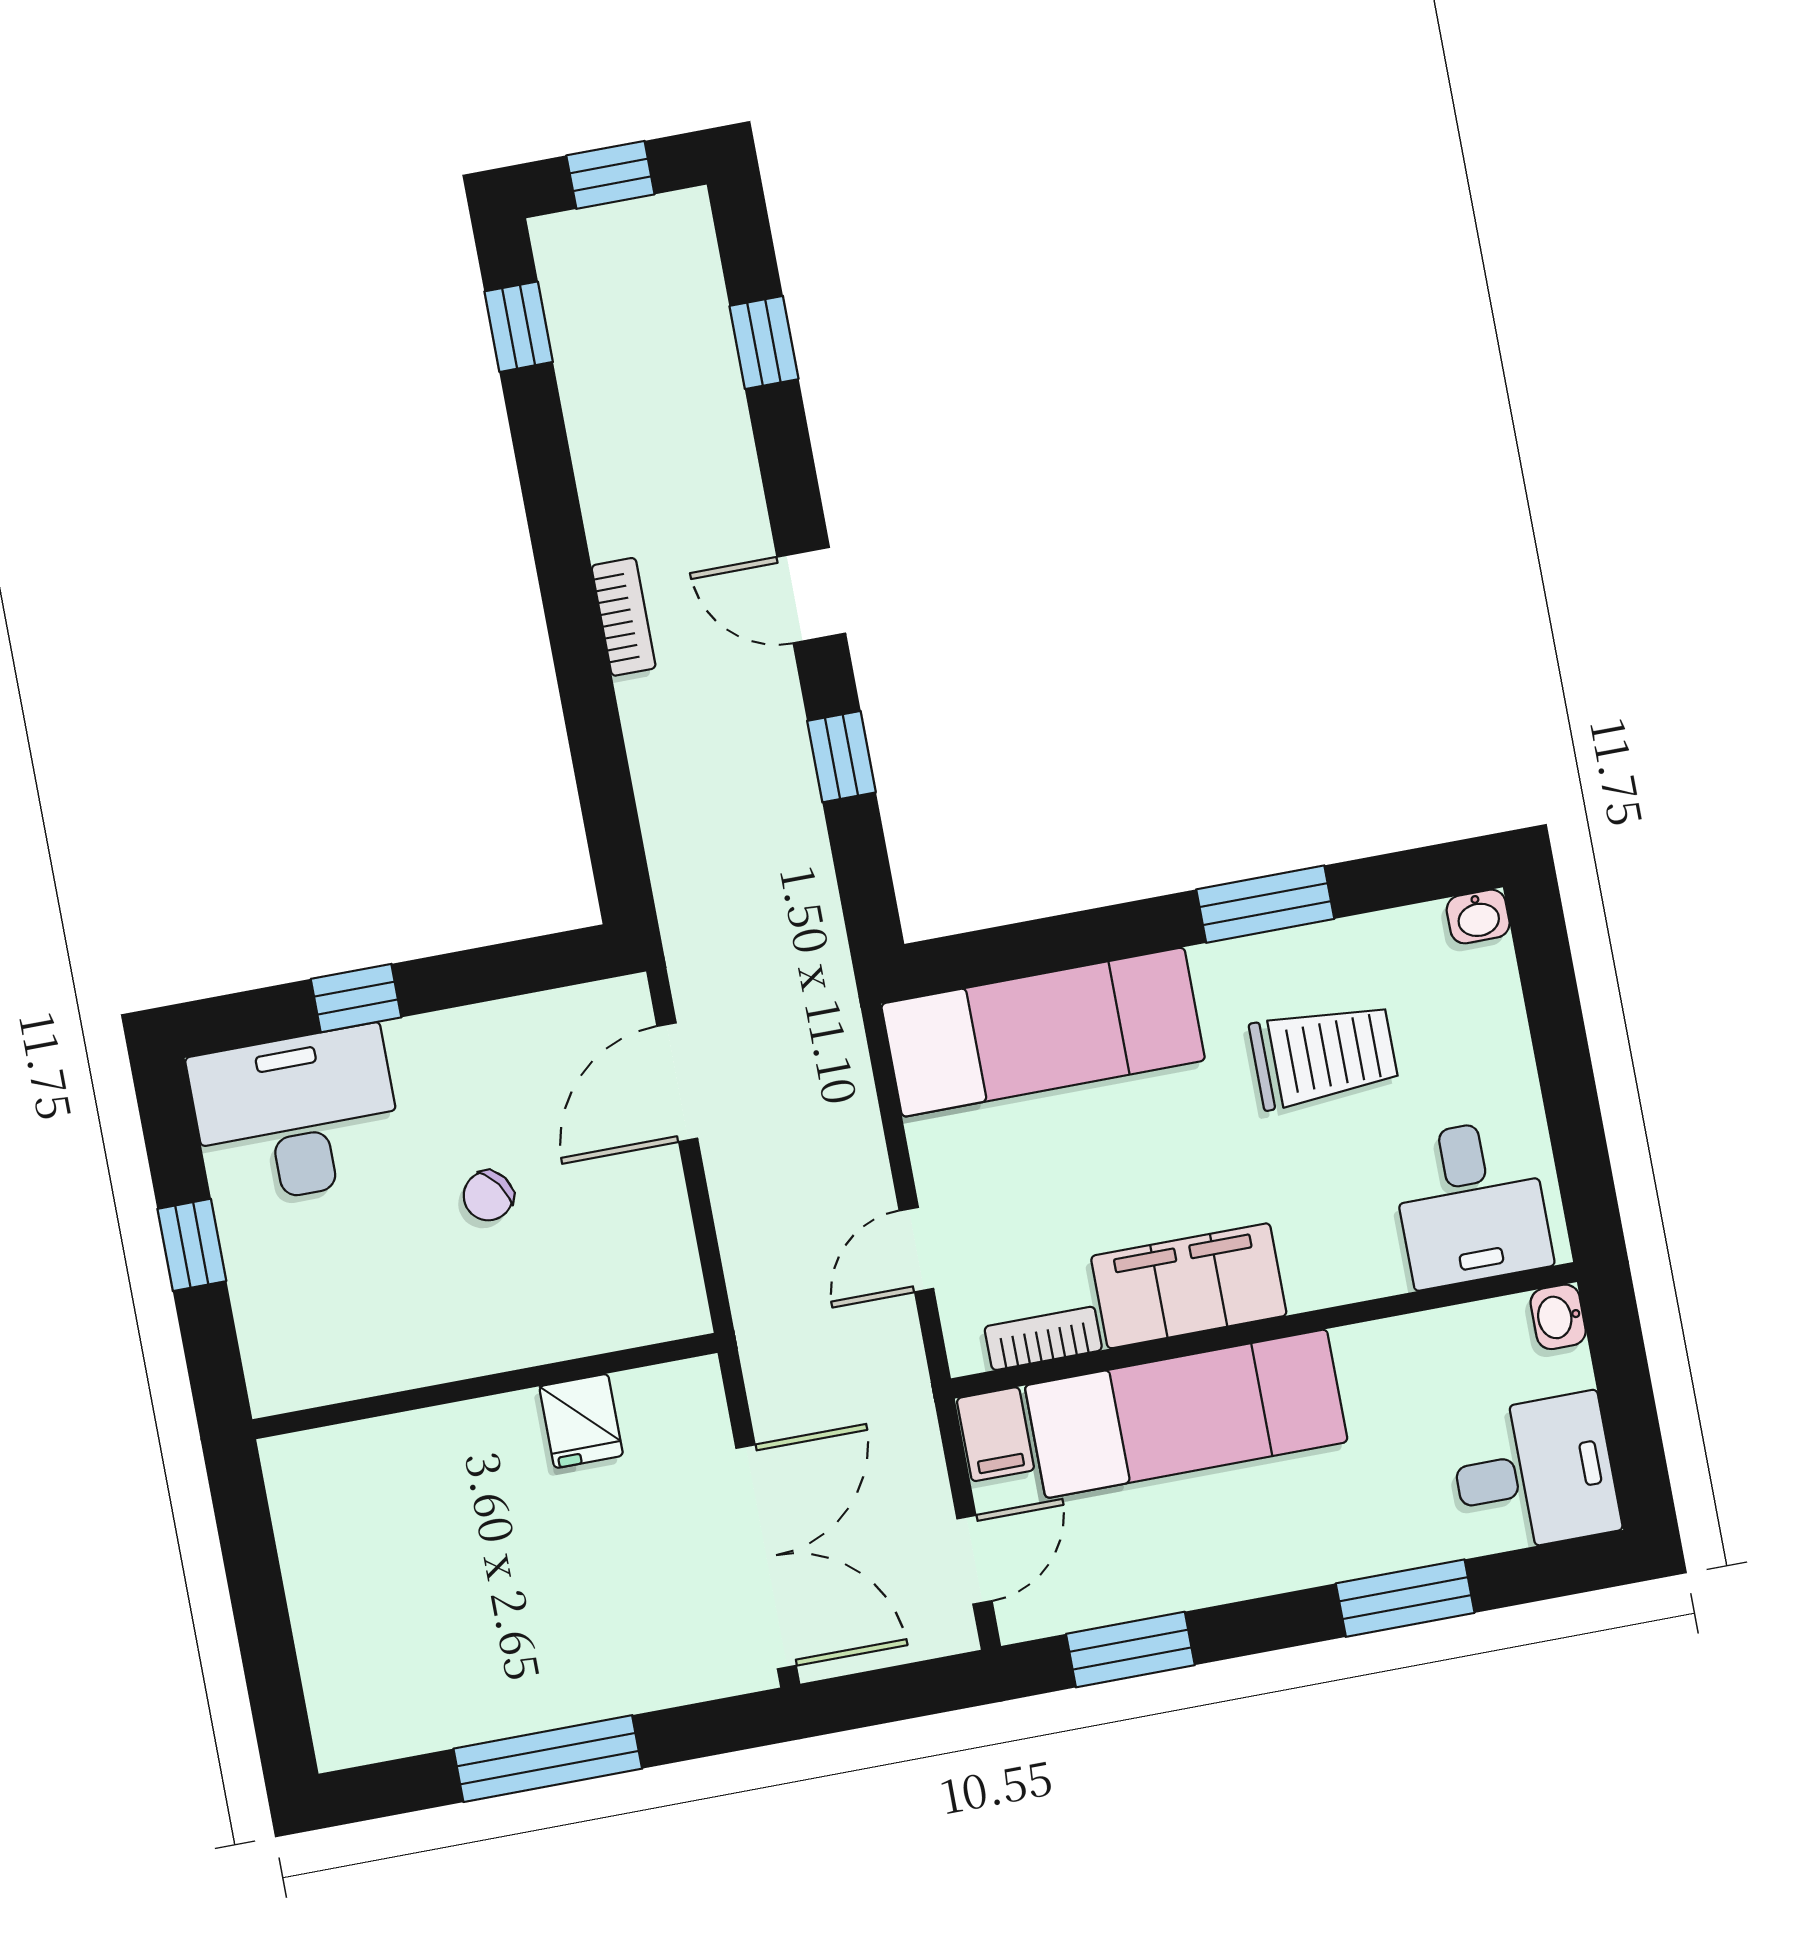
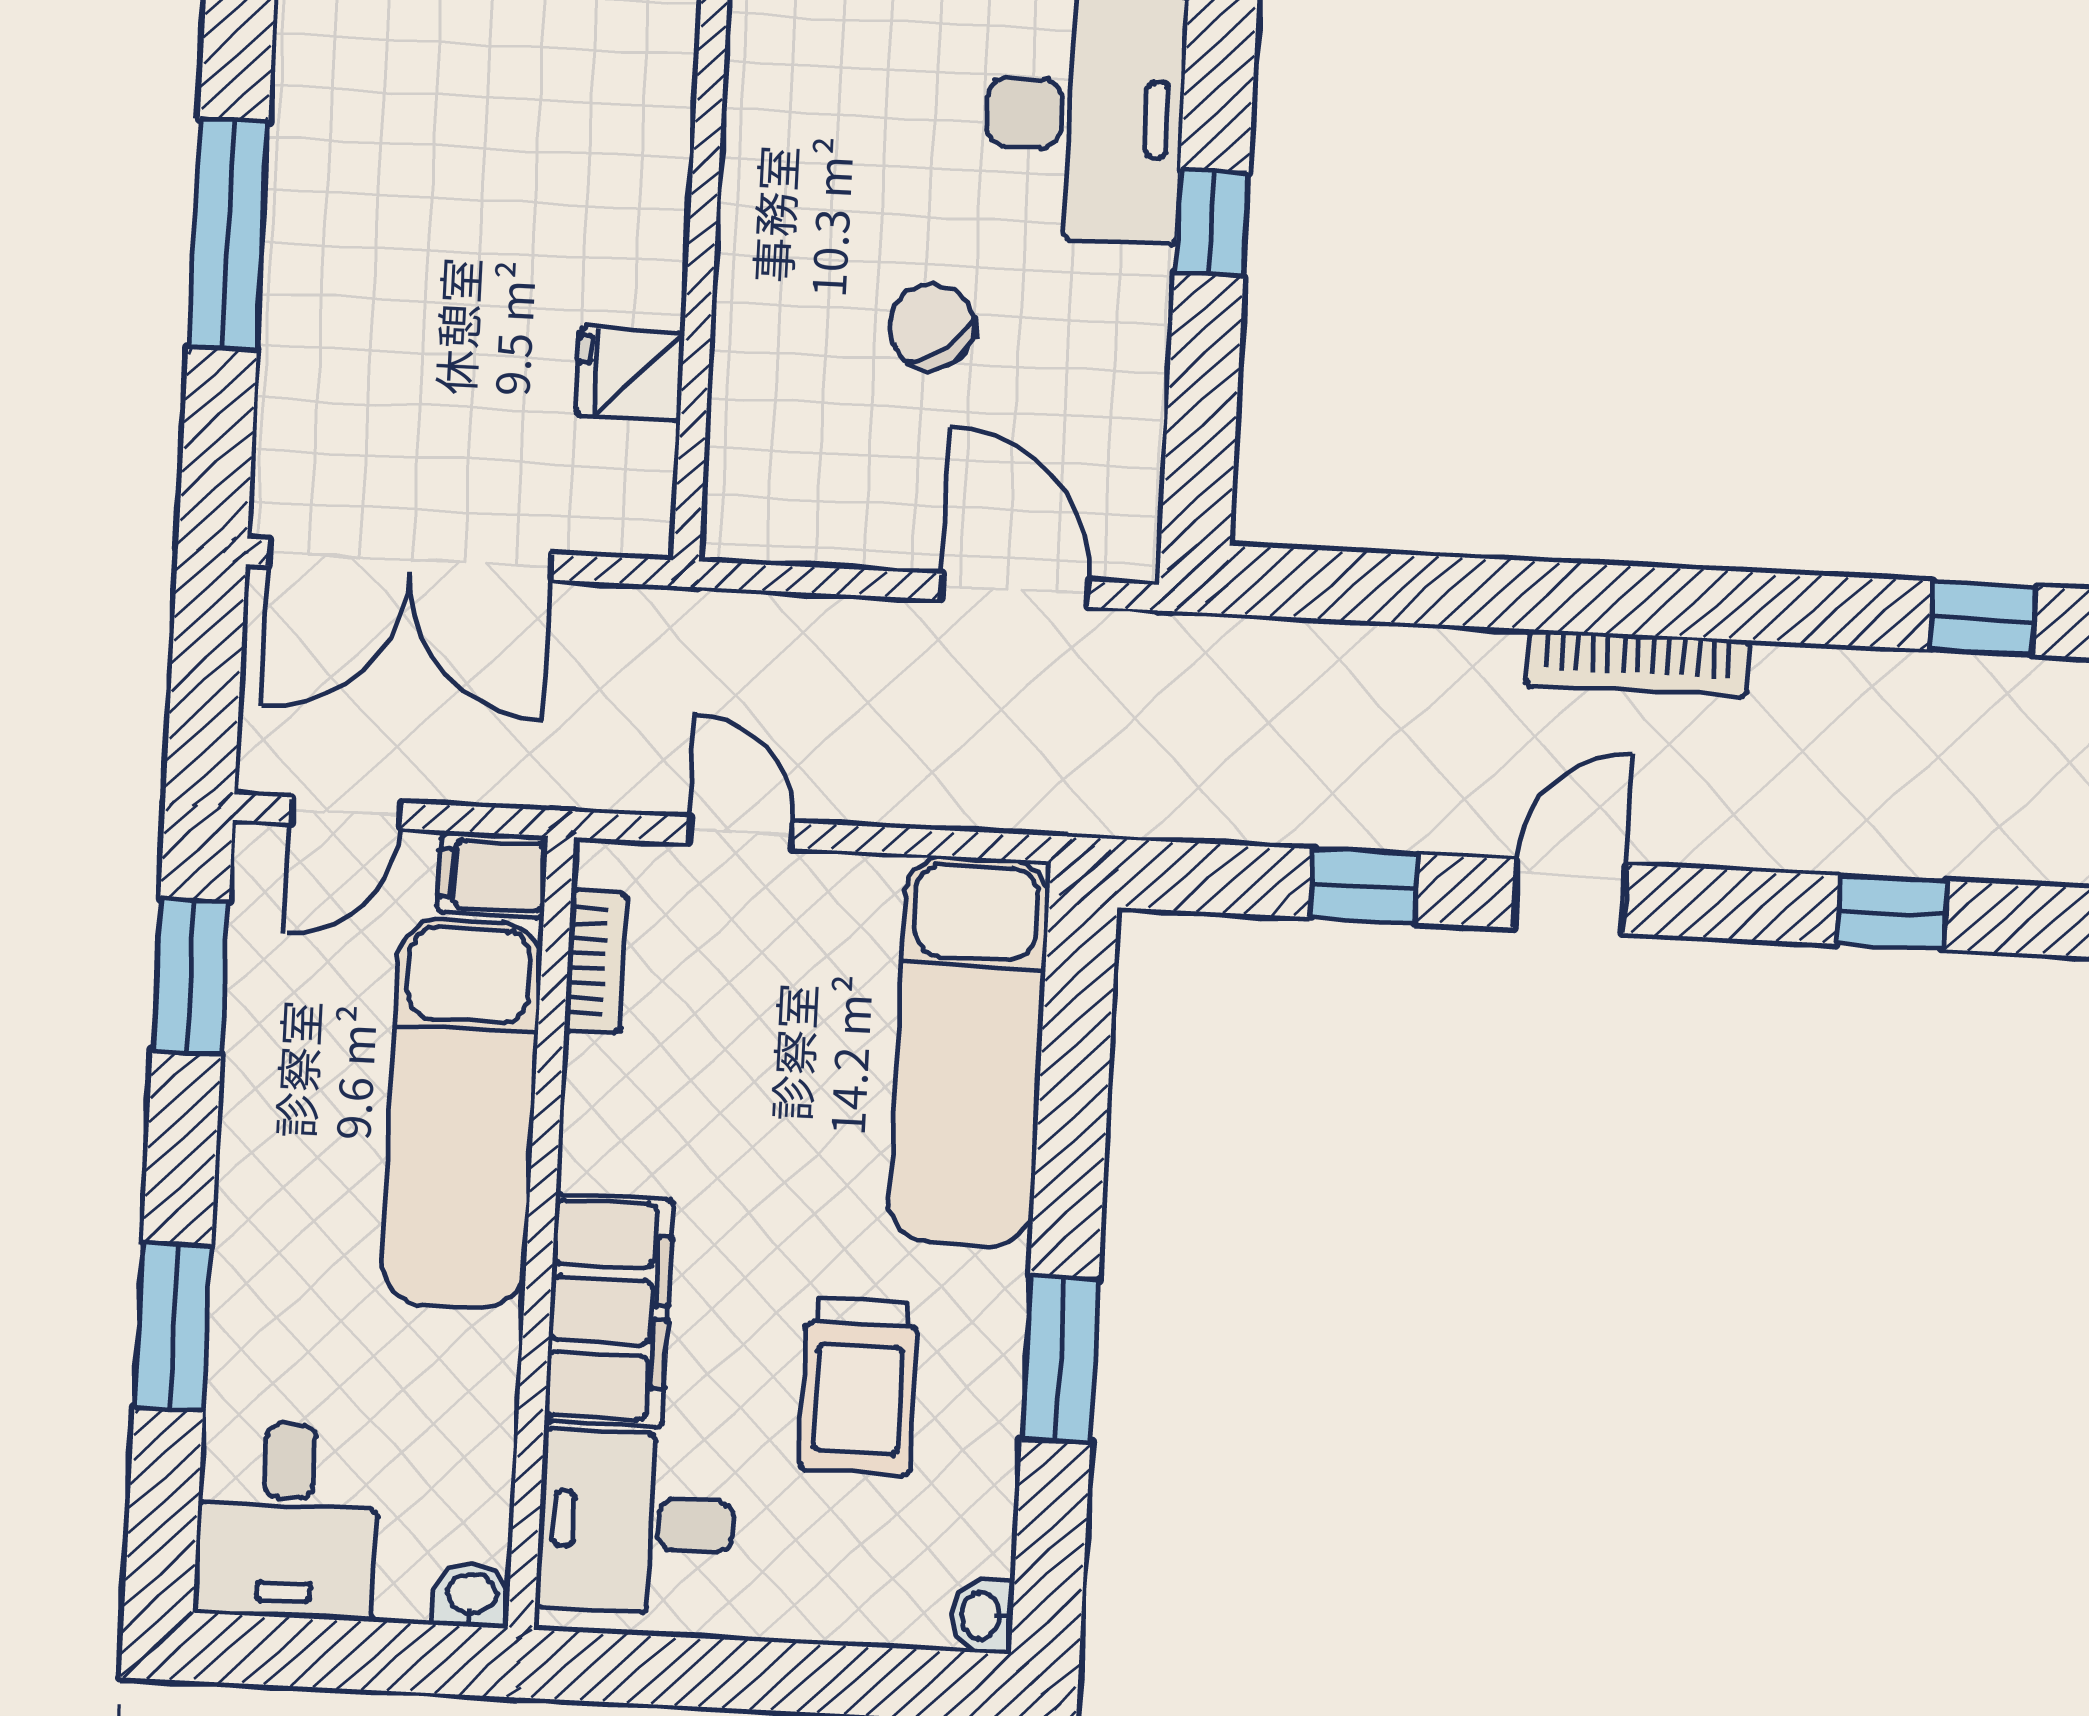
bookcase: (624, 617) -> (1638, 663), width x1.56
chair: (488, 1196) -> (932, 327), width x1.37, depth x1.37
filing cabinet: (1189, 1286) -> (609, 1310), moved
door: (974, 1560) -> (346, 813), hinge flipped

